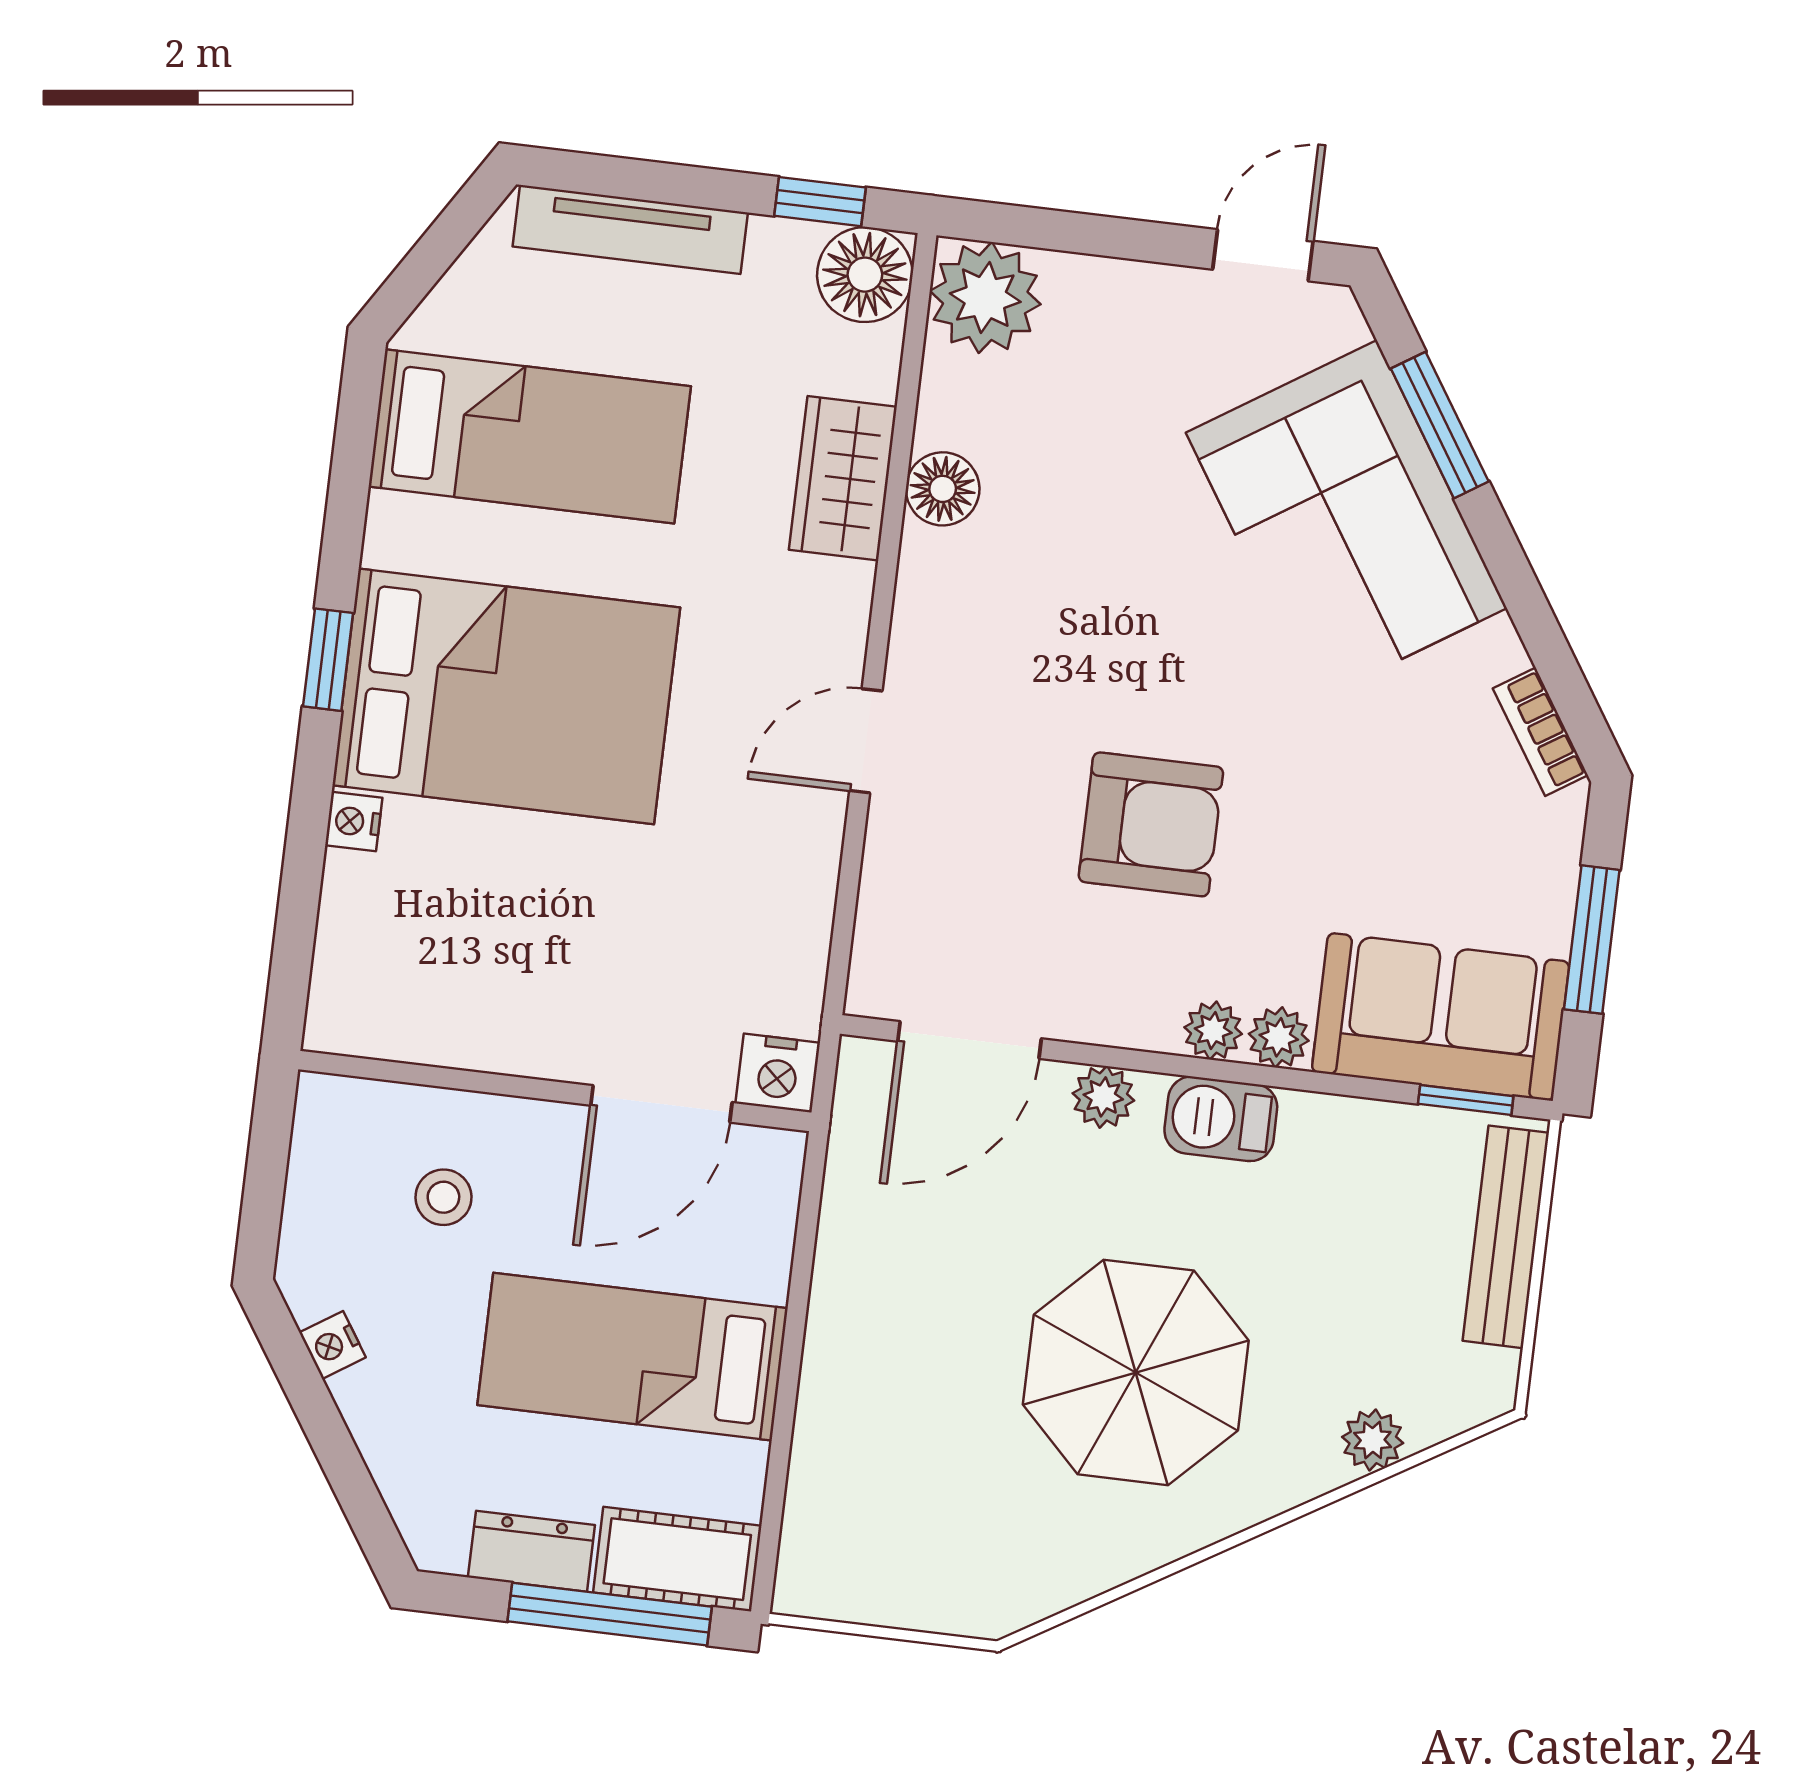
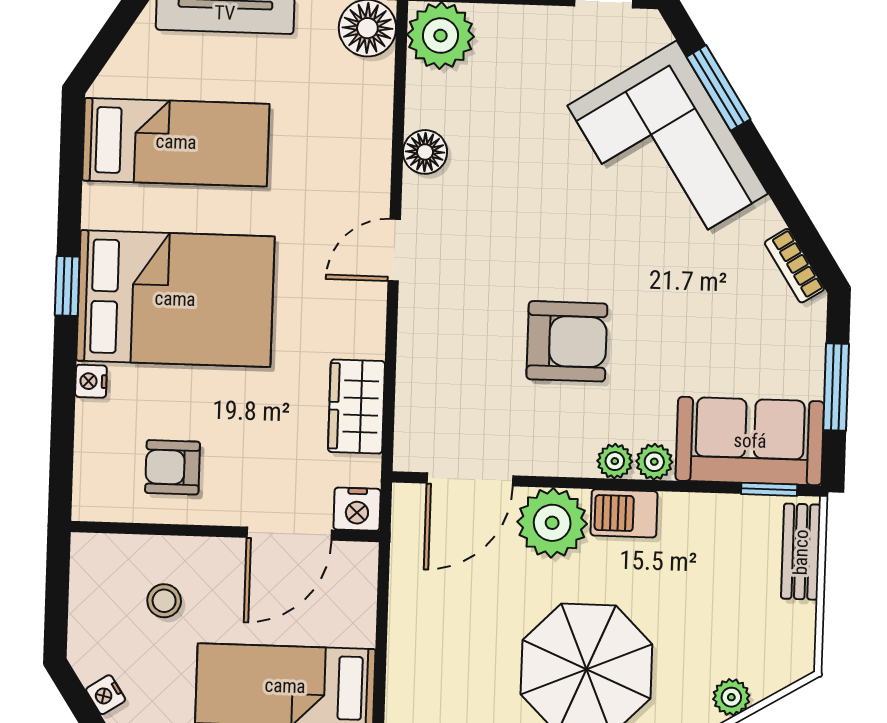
wardrobe: (843, 478) -> (357, 407), moved
door: (866, 741) -> (394, 250), moved
armchair: (477, 976) -> (173, 467), added
plant: (1103, 1097) -> (552, 523), width x1.88, depth x1.88
bench: (1506, 1237) -> (801, 552), width x0.73

